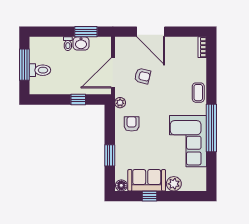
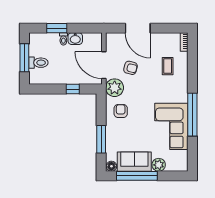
window: (86, 32) -> (57, 28), moved
door: (113, 73) -> (104, 65), hinge flipped
coffee table: (198, 93) -> (168, 66), moved
plant: (120, 103) -> (115, 88), width x1.87, depth x1.87
window: (110, 155) -> (101, 139), width x1.44
window: (149, 196) -> (137, 176), width x3.17

